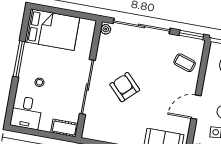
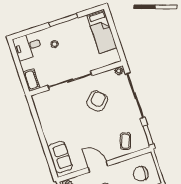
bed: (52, 30) -> (102, 31), width x0.67
armchair: (125, 87) -> (97, 101), moved

